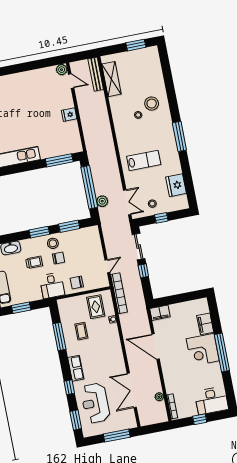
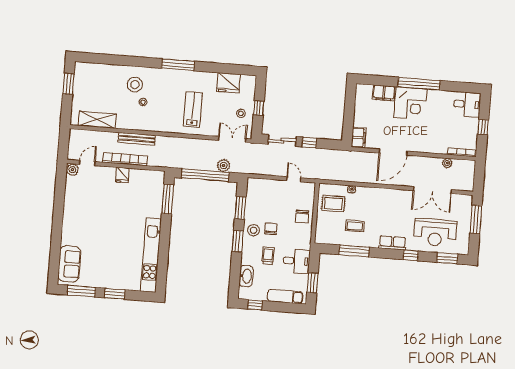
bench: (96, 74) -> (137, 139), moved
desk: (52, 285) -> (297, 261), moved
bookcase: (119, 293) -> (125, 159), moved
desk: (211, 401) -> (467, 104), width x0.73

